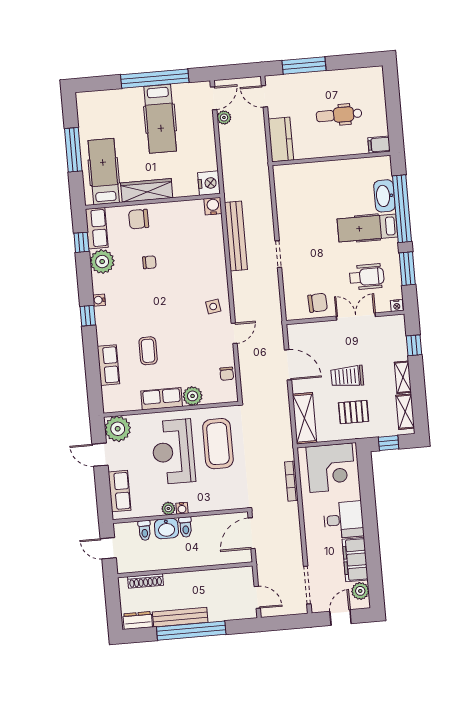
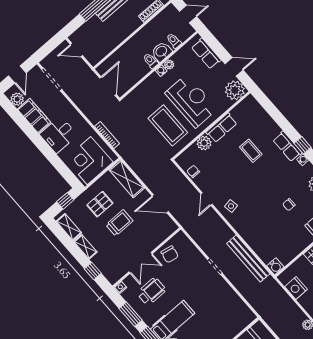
nightstand: (209, 183) -> (296, 288), moved
wheelchair: (367, 277) -> (151, 291), turned 180
chair: (318, 303) -> (170, 254), turned -76
row of seats: (108, 365) -> (287, 146), moved

